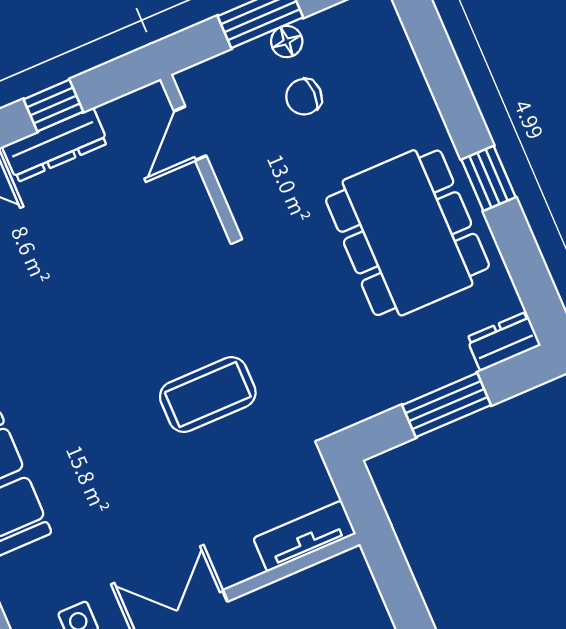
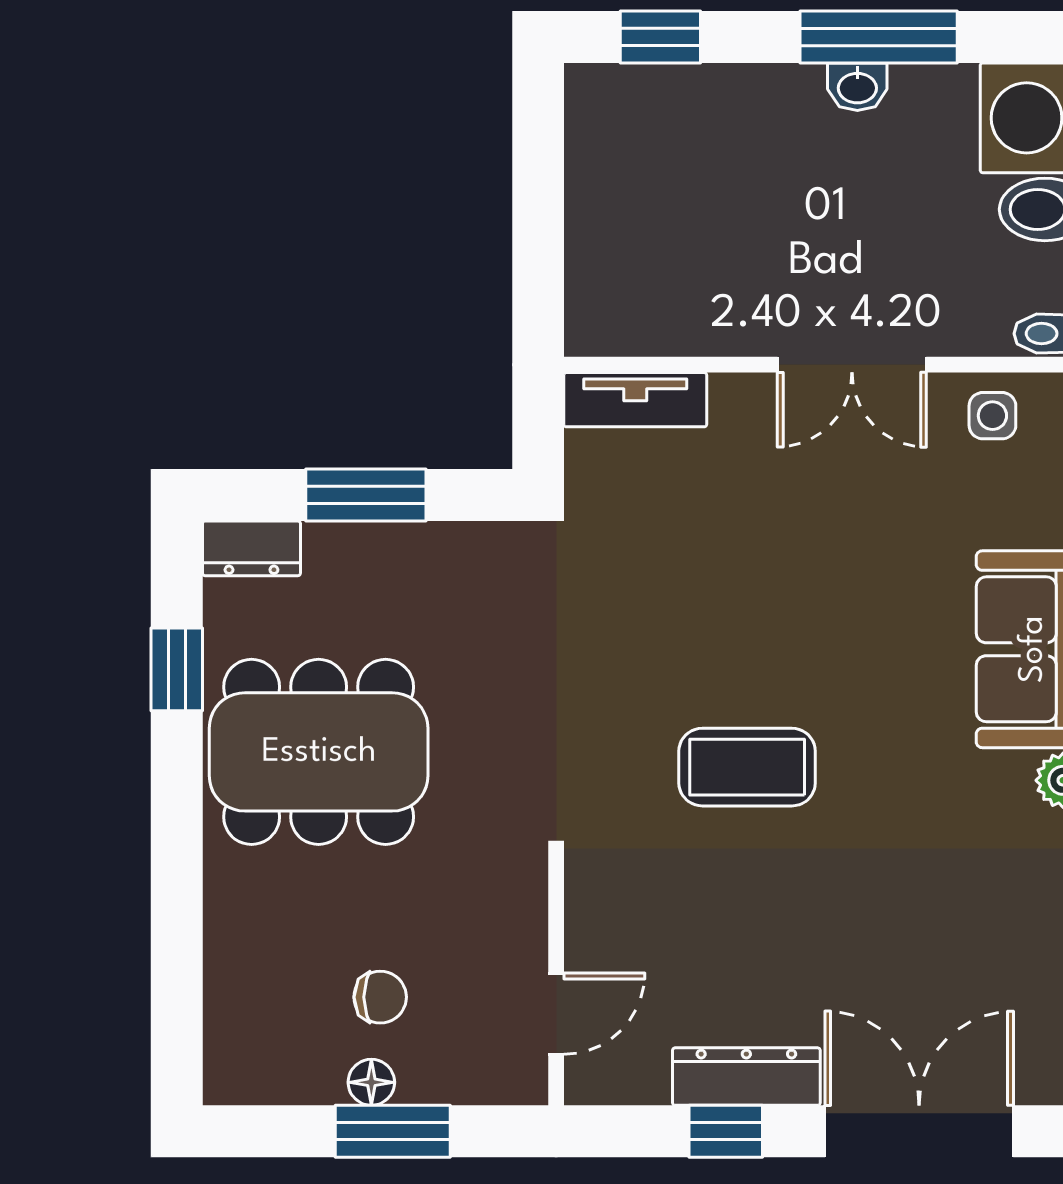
window: (489, 178) -> (177, 669), moved
dining table: (408, 233) -> (319, 752), turned 90
coffee table: (208, 395) -> (747, 767), moved

